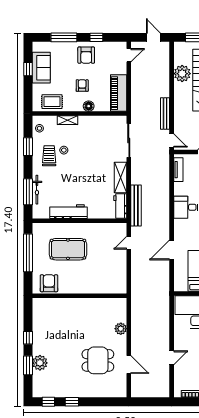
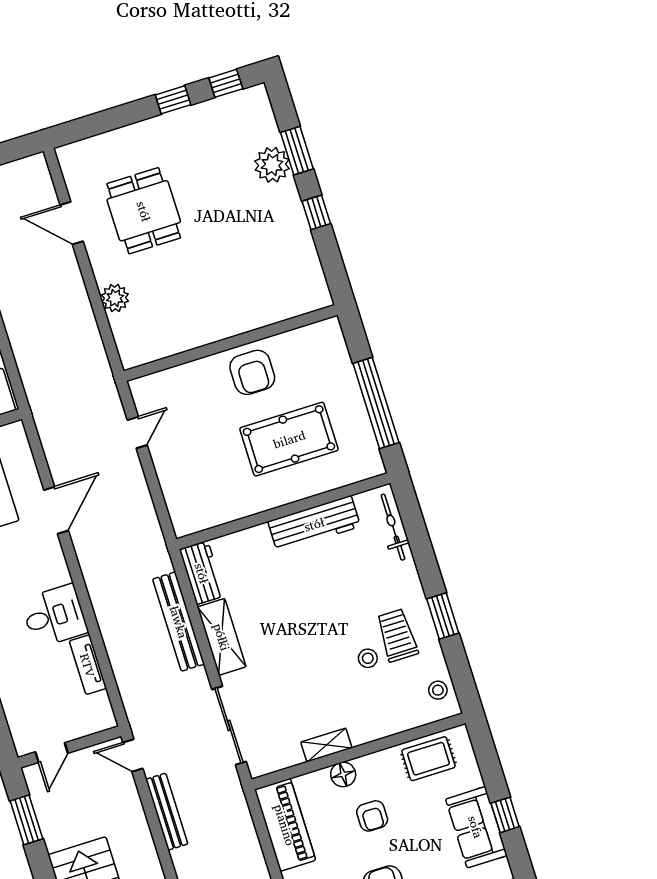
shelving: (68, 120) -> (326, 745), moved
window: (28, 147) -> (443, 616), moved
trolley: (49, 156) -> (397, 635), turned 180
tv unit: (178, 170) -> (88, 665), moved
bicycle: (37, 190) -> (393, 527), moved
window: (28, 192) -> (419, 540), removed
bench: (136, 206) -> (179, 622), moved
door: (129, 243) -> (137, 433), moved
armchair: (49, 283) -> (252, 372), moved
dining table: (98, 360) -> (144, 211), turned 90

